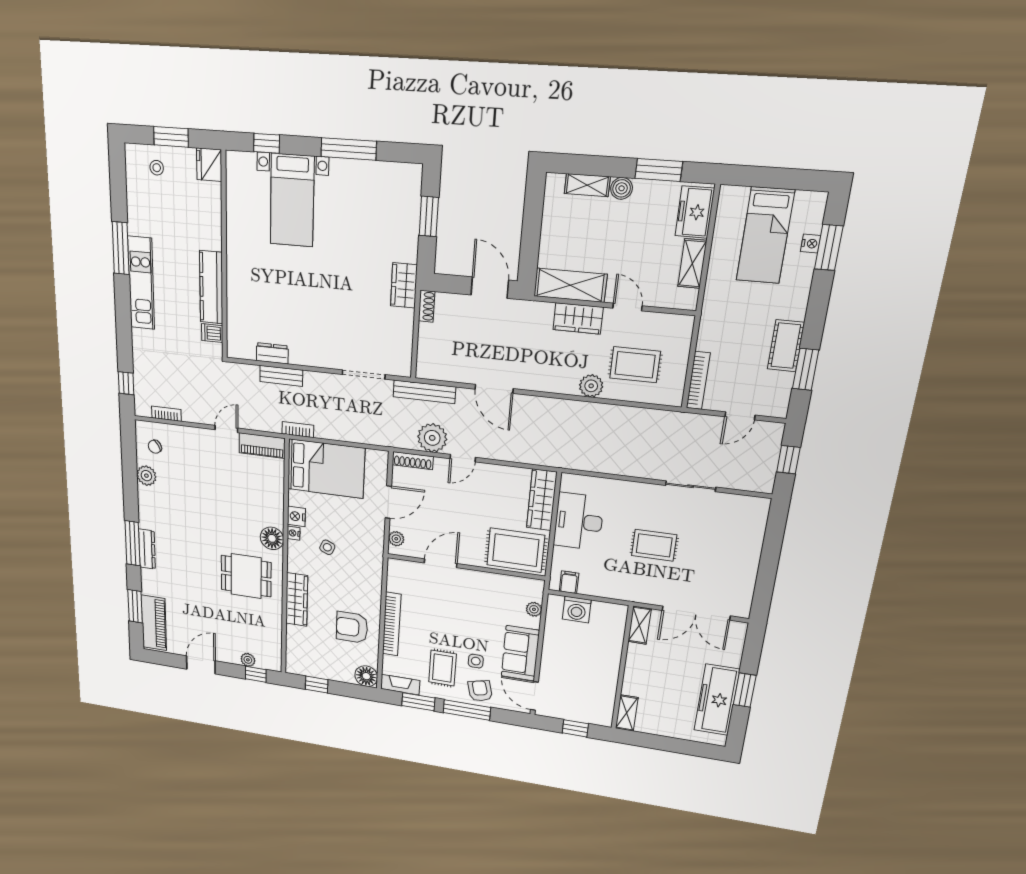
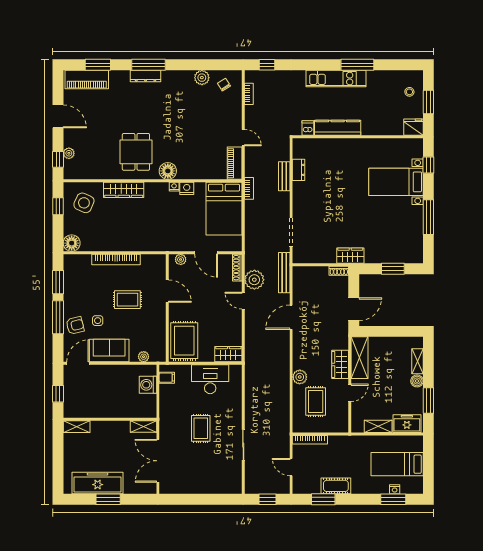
wardrobe: (542, 500) -> (228, 354), width x0.67
side table: (327, 547) -> (84, 203), moved, width x1.87, depth x1.87
armchair: (352, 627) -> (109, 231), removed
rug: (442, 668) -> (127, 300), moved
fireplace: (400, 685) -> (69, 268), removed

